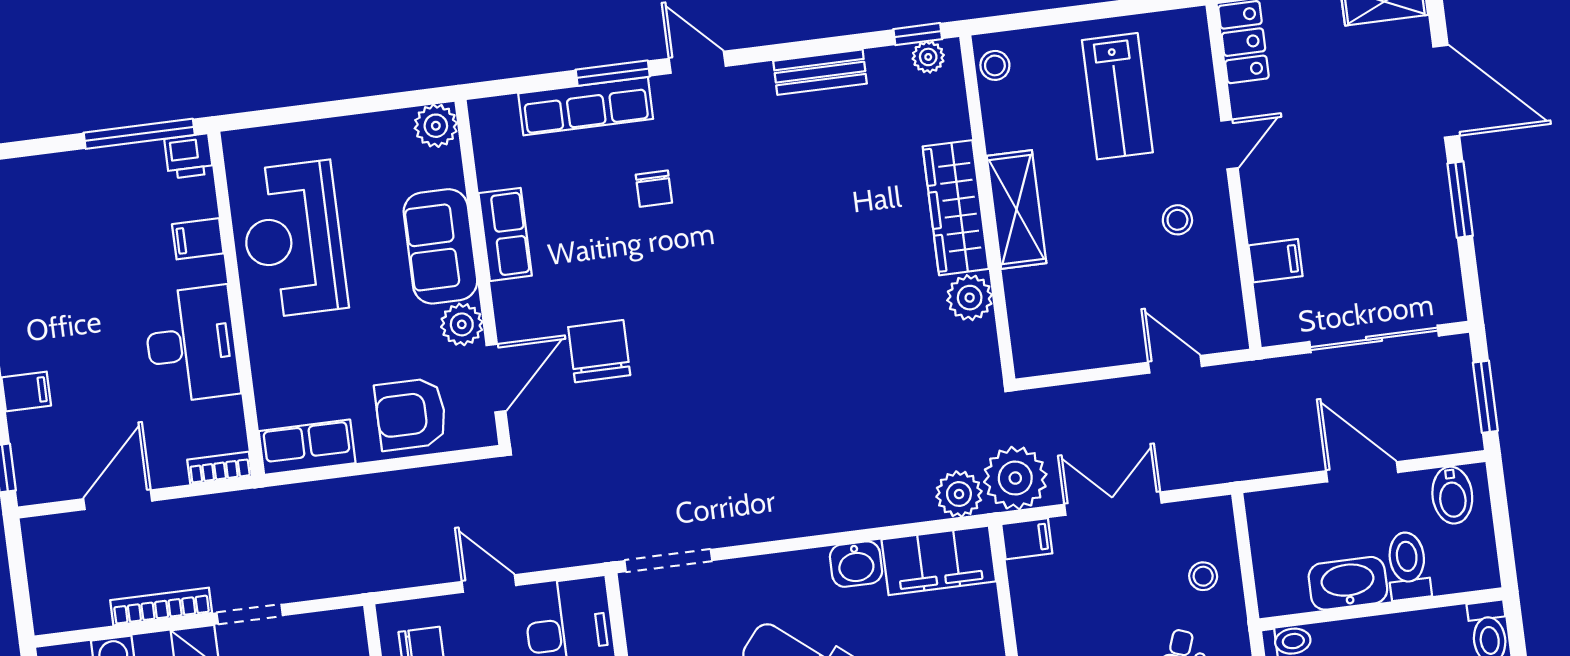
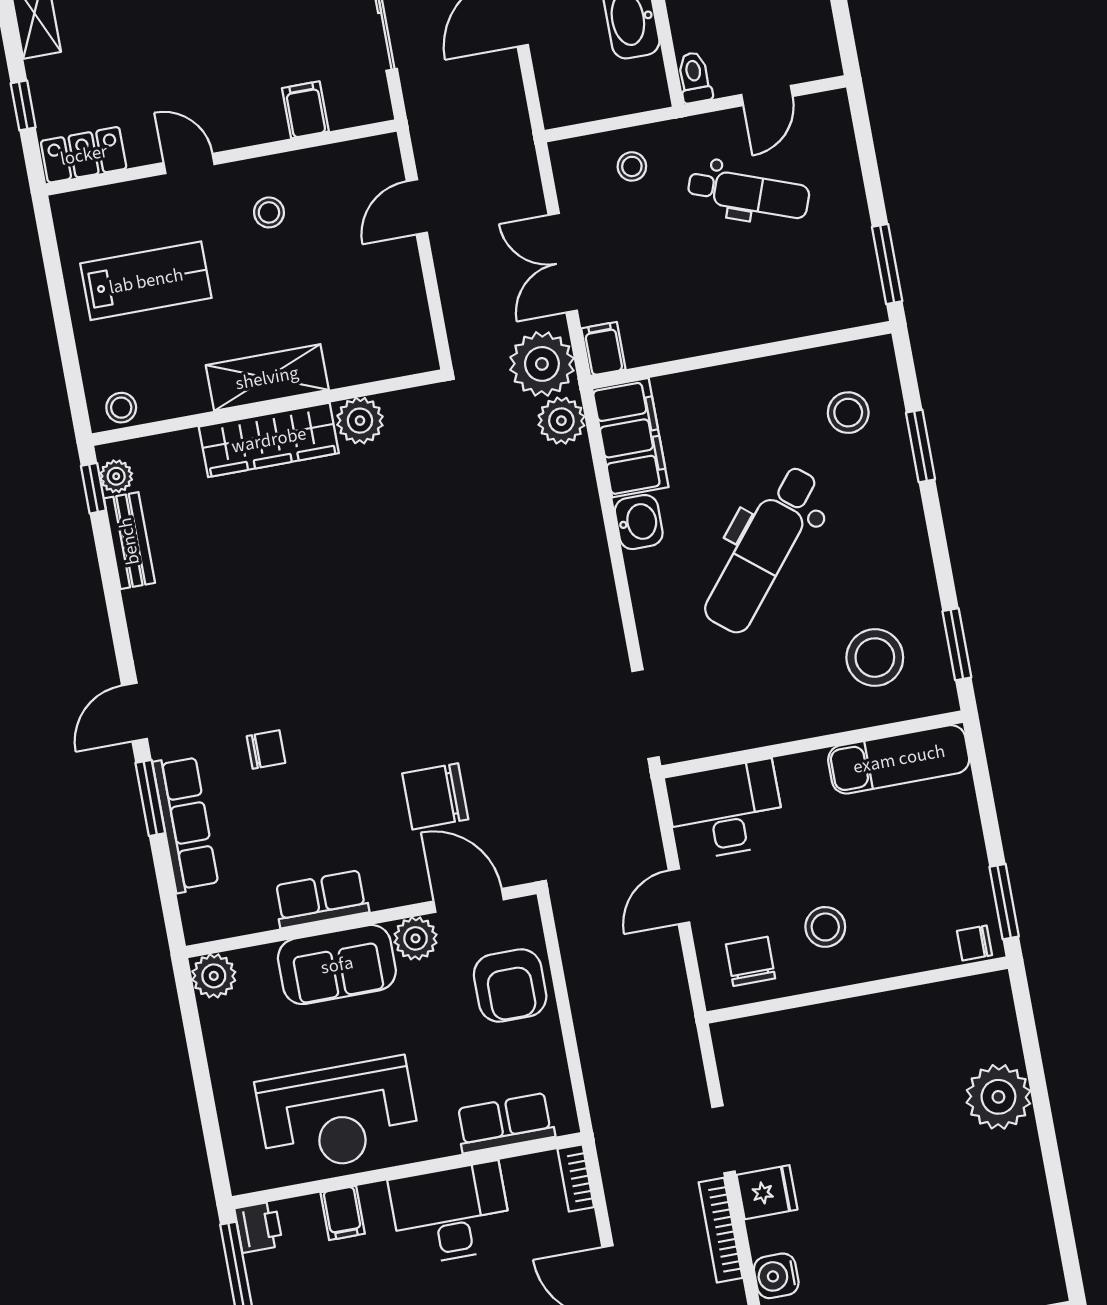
bench: (820, 72) -> (129, 541), moved
row of seats: (307, 447) -> (505, 1123), moved, turned 90

